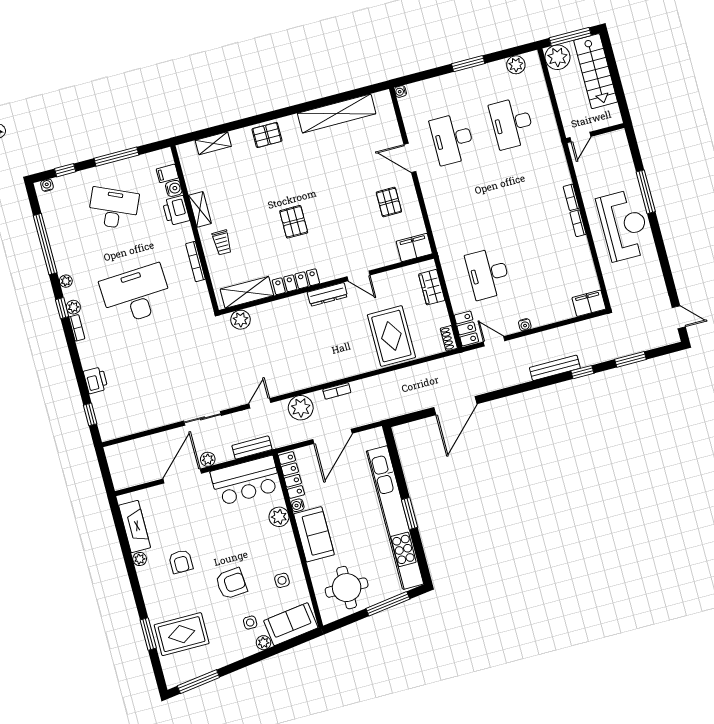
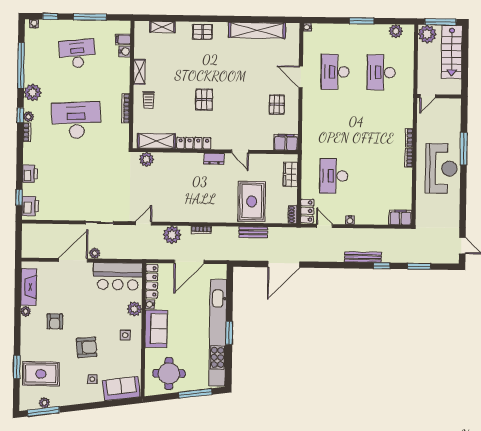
desk: (113, 208) -> (77, 54), turned -30
printer: (176, 211) -> (30, 206), moved, turned 180
plant: (66, 281) -> (33, 92), width x1.88, depth x1.88
dresser: (327, 294) -> (214, 159), width x0.70
bench: (252, 448) -> (253, 232), moved
side table: (282, 580) -> (125, 335), moved
plant: (263, 643) -> (44, 403), moved

